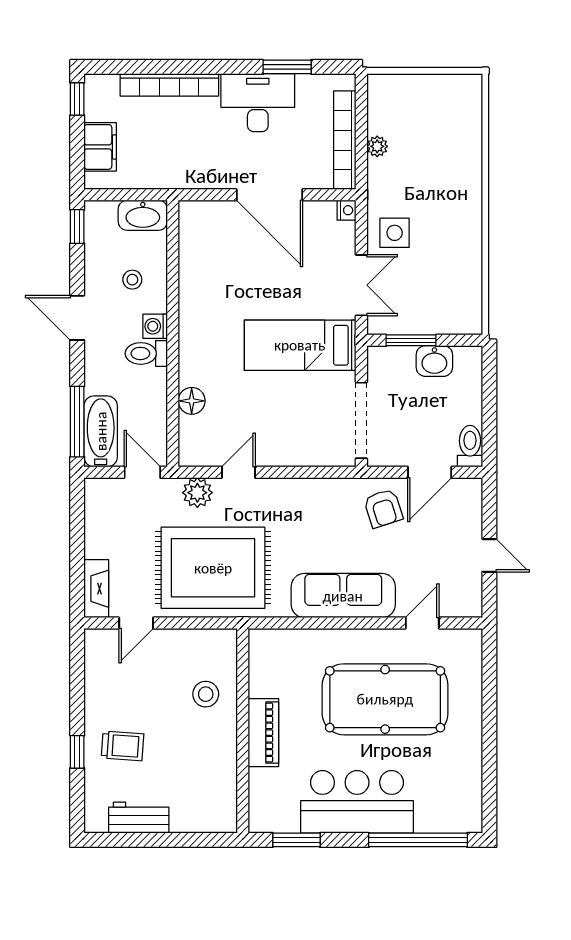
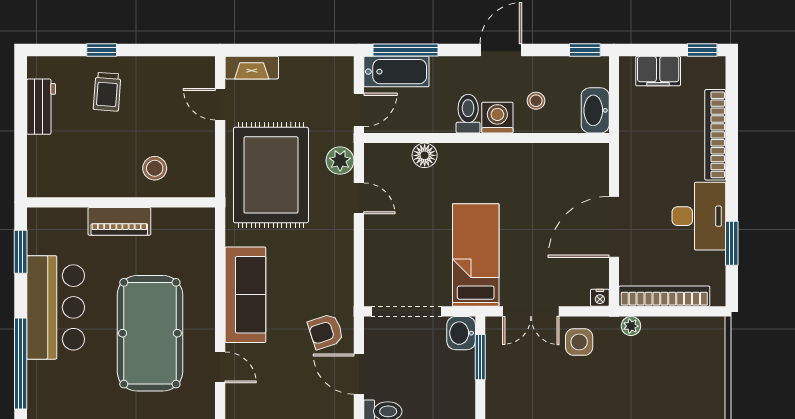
plant: (377, 146) -> (631, 326), moved
washing machine: (155, 326) -> (497, 118), width x1.38, depth x1.38
washbasin: (434, 361) -> (461, 333), moved

